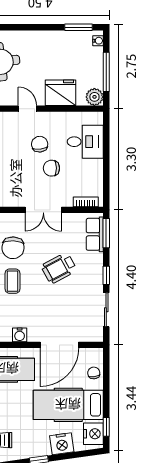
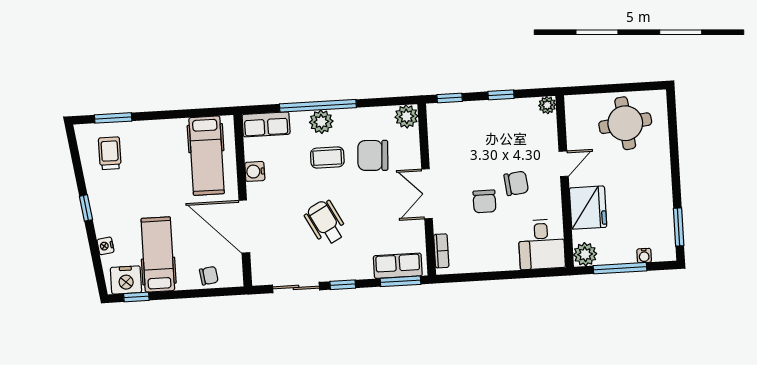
water cooler: (98, 41) -> (644, 256), moved
desk: (85, 142) -> (542, 244), moved
chair: (51, 168) -> (484, 201), turned 180
wheelchair: (59, 268) -> (326, 223), moved
hospital bed: (68, 405) -> (158, 254), width x0.73, depth x0.78
nightstand: (62, 444) -> (105, 246), width x0.53, depth x0.56

